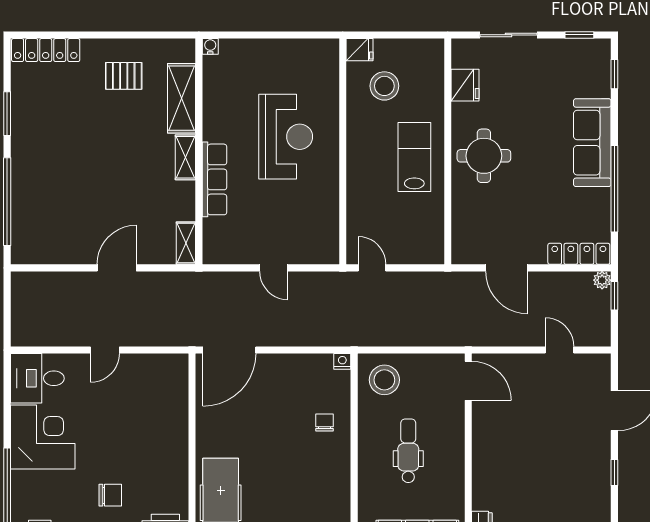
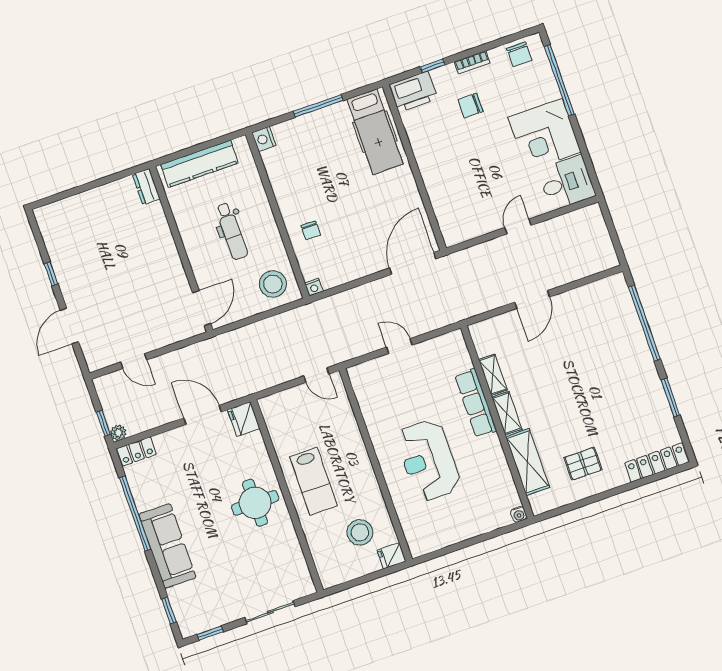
fridge: (465, 85) -> (244, 419), moved
shelving: (186, 243) -> (493, 375), moved
locker: (579, 254) -> (136, 451), width x0.66
door: (468, 381) -> (202, 308), swing flipped

